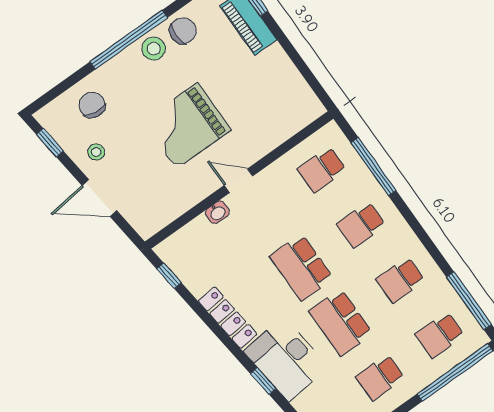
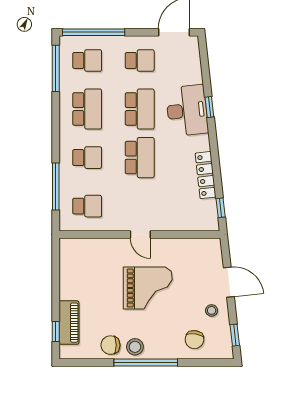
washbasin: (217, 212) -> (166, 225), removed
school desk: (400, 280) -> (87, 109), width x1.85
locker: (228, 318) -> (206, 175), moved

